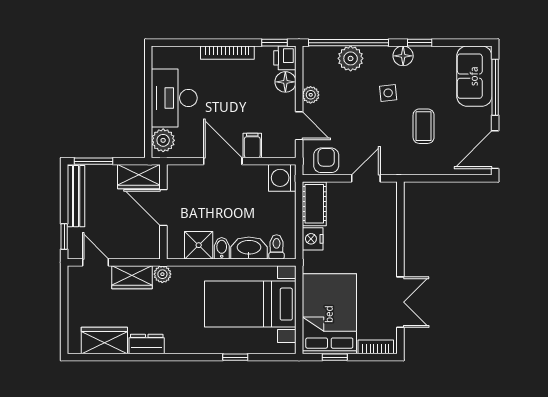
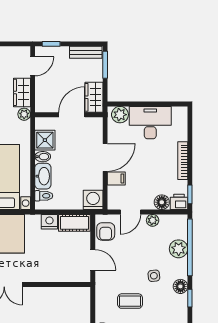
armchair: (326, 160) -> (106, 231), turned 90
bench: (76, 196) -> (86, 52), width x0.73

